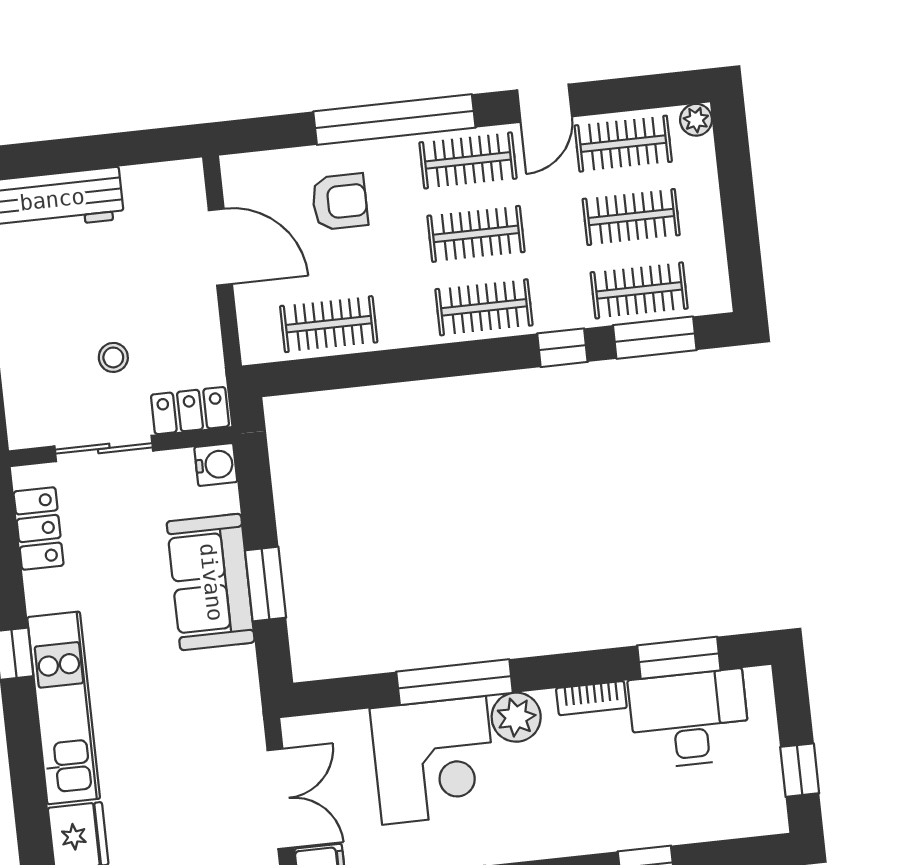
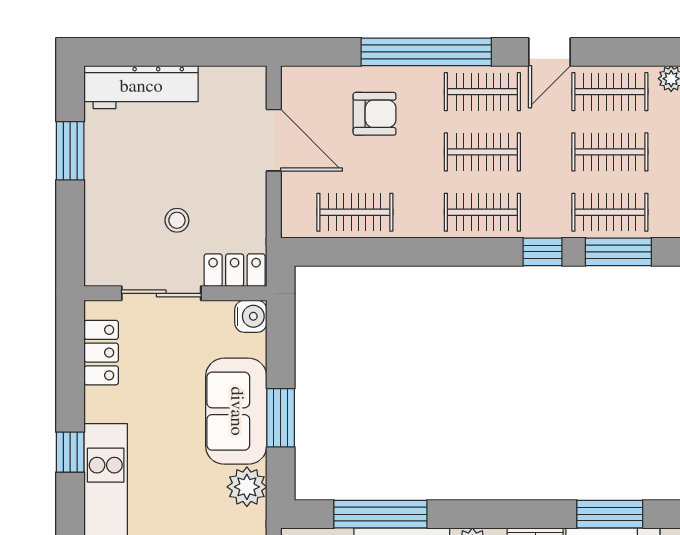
plant: (234, 673) -> (247, 487), added
window: (455, 682) -> (380, 514), moved

